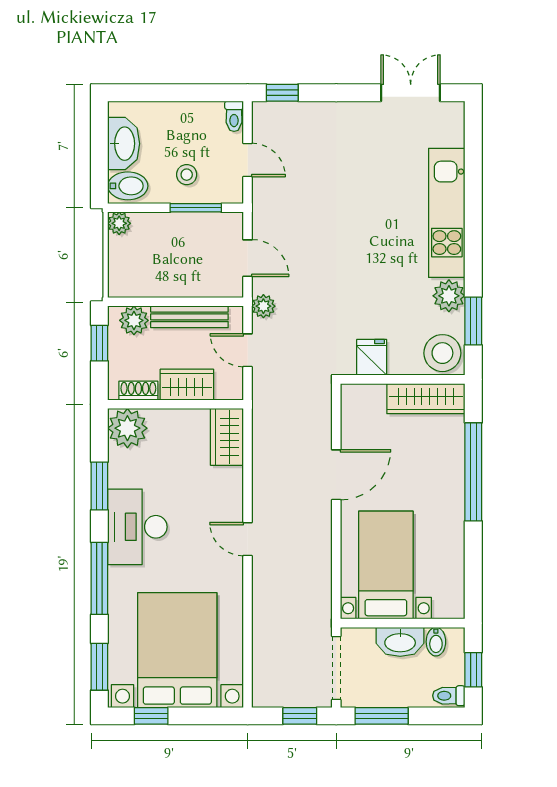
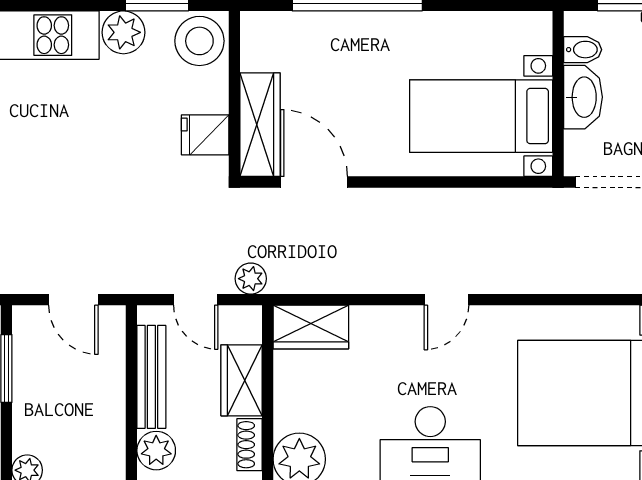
door: (248, 258) -> (73, 300), swing flipped
plant: (263, 306) -> (251, 279), moved
door: (248, 350) -> (196, 300), hinge flipped
wardrobe: (426, 399) -> (260, 125), moved
door: (336, 475) -> (314, 182), moved

